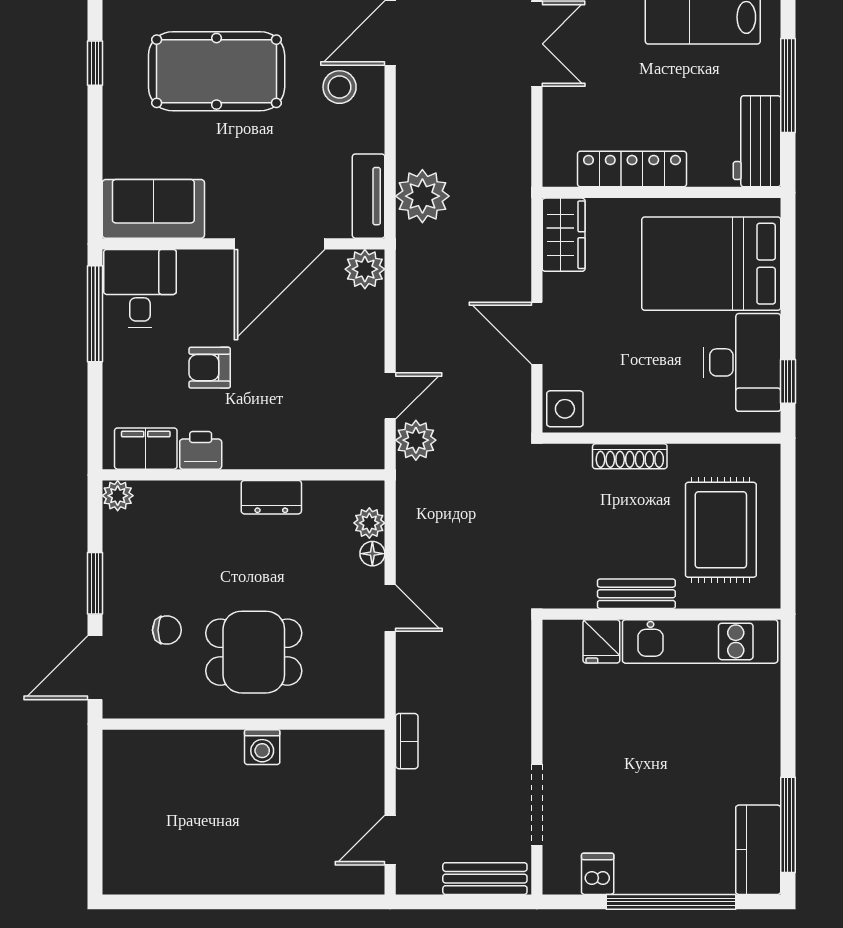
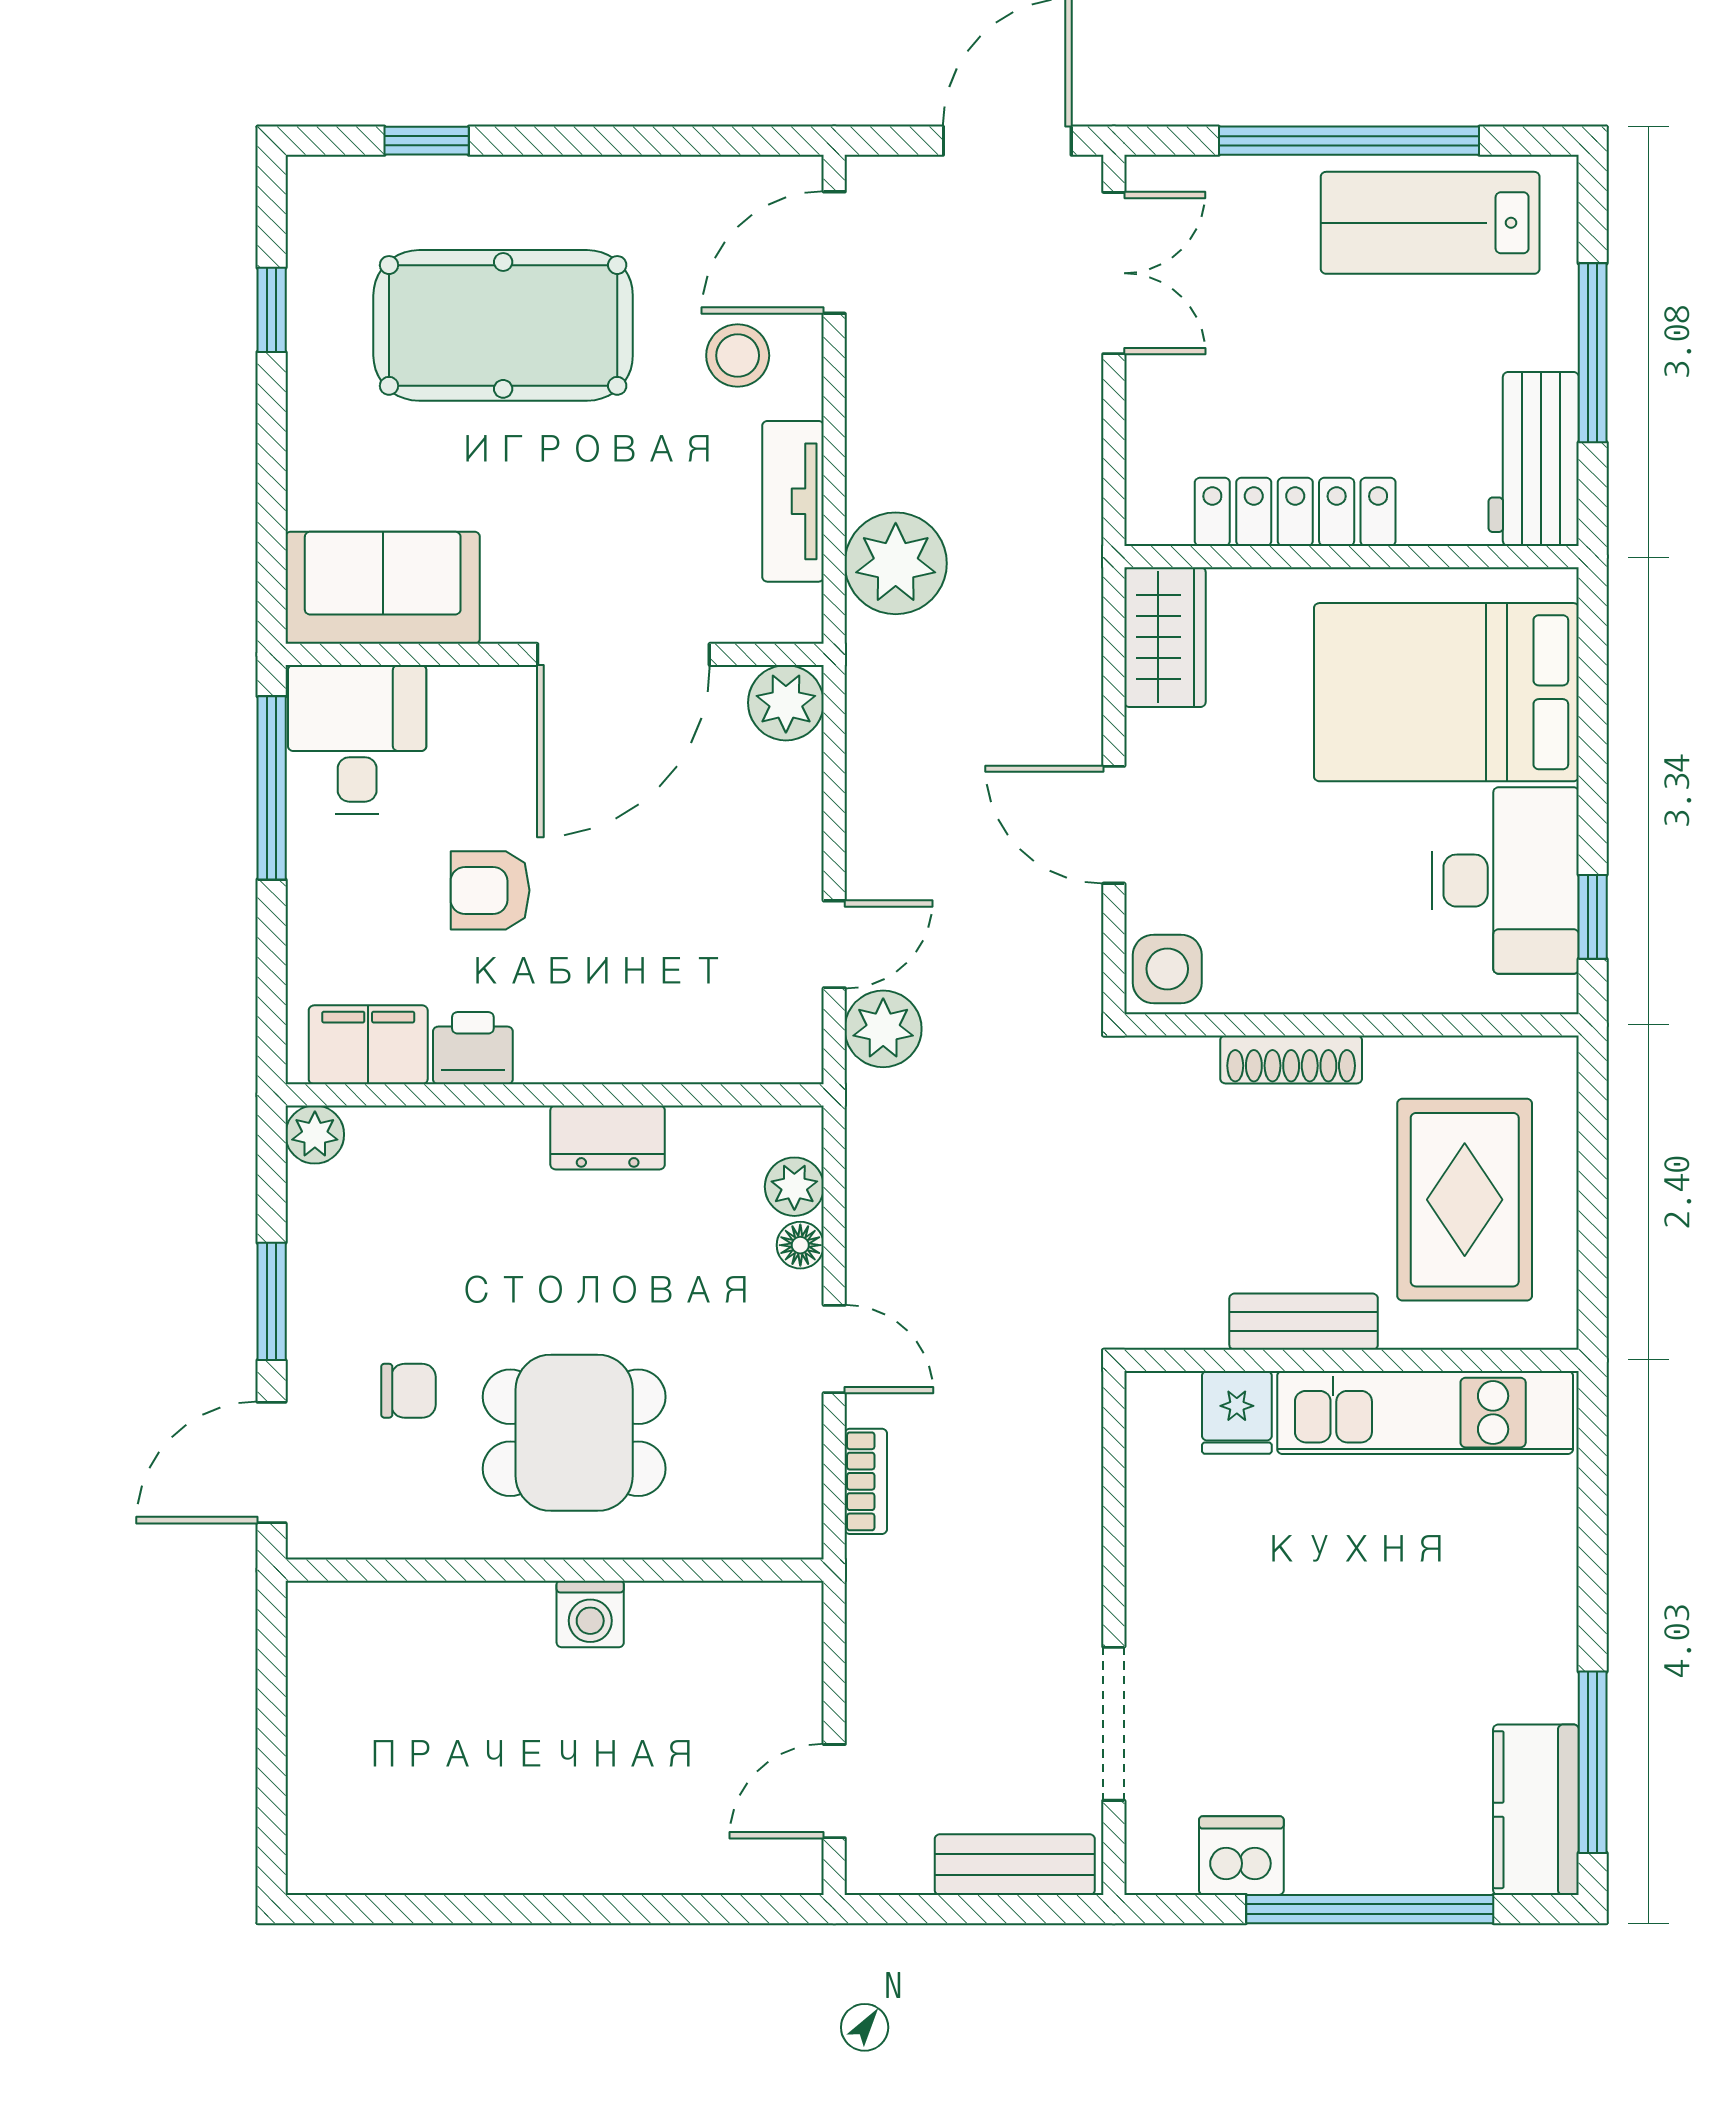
tv unit: (369, 196) -> (793, 501), moved
bookcase: (407, 741) -> (866, 1481), moved
dishwasher: (598, 874) -> (1241, 1856), width x1.38

